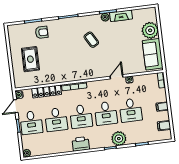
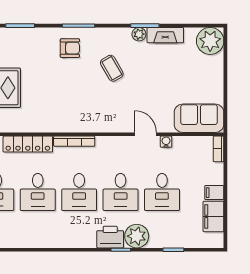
plant: (150, 30) -> (210, 41), moved
armchair: (42, 32) -> (70, 48), moved
sofa: (153, 54) -> (199, 118), moved, turned 90
door: (117, 77) -> (146, 134), hinge flipped
filing cabinet: (164, 126) -> (213, 216), width x2.00
printer: (81, 144) -> (110, 237), moved

